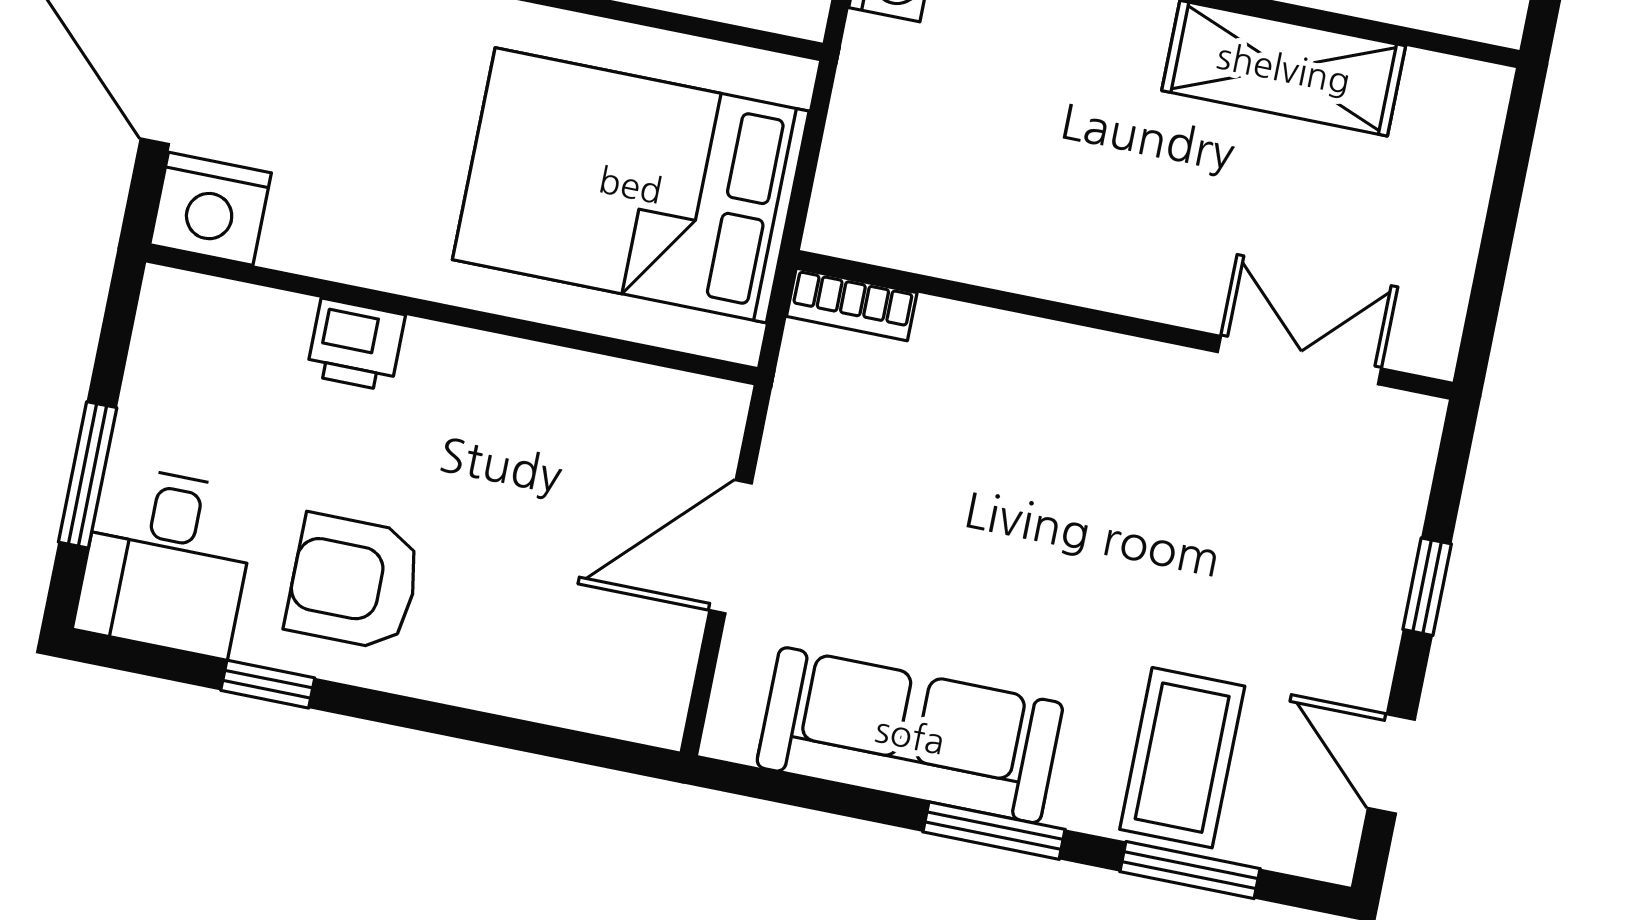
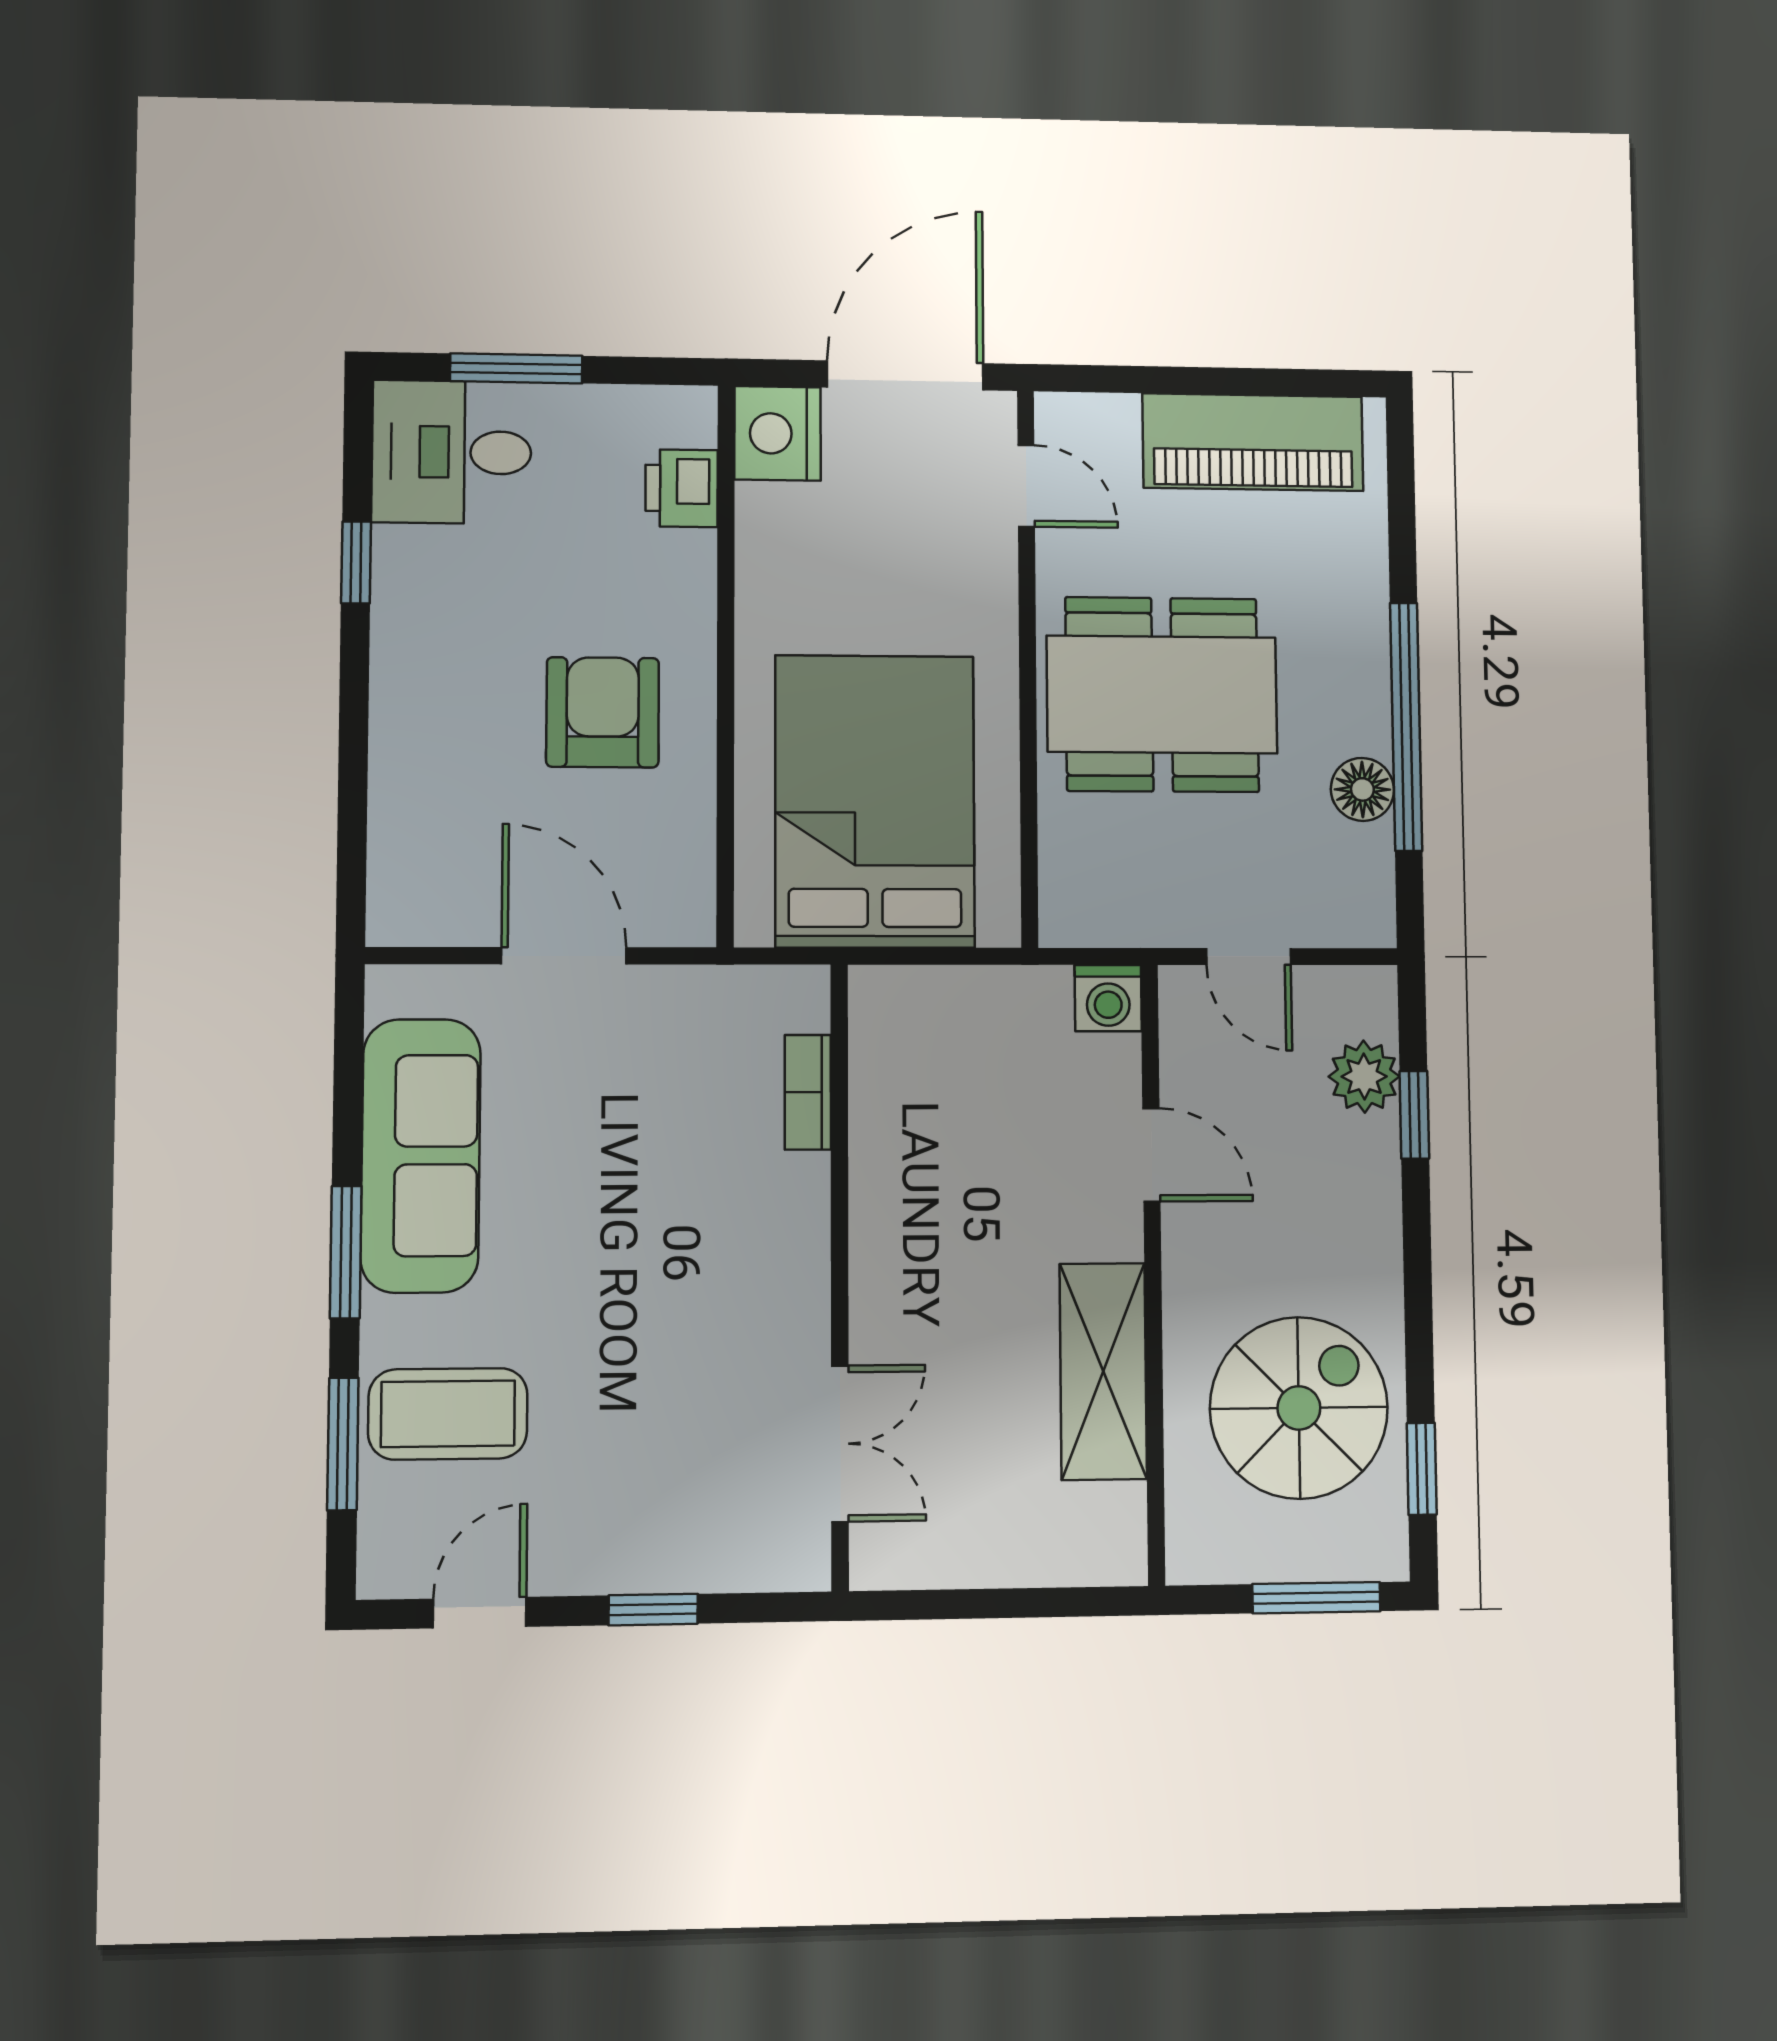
bookcase: (852, 304) -> (808, 1092), moved
printer: (356, 345) -> (682, 488), moved
armchair: (354, 582) -> (603, 712), moved

